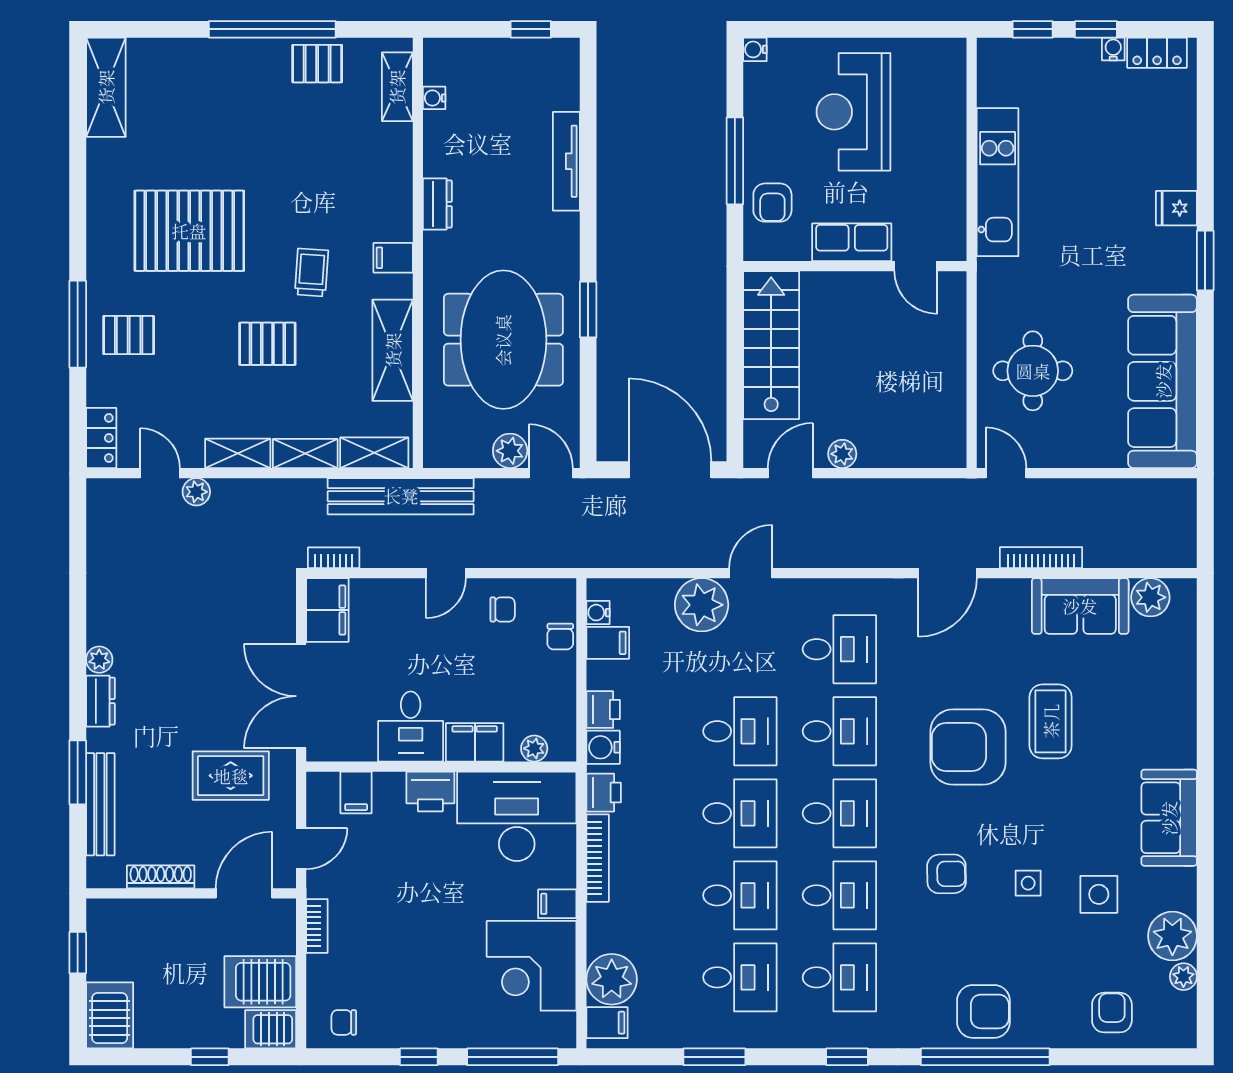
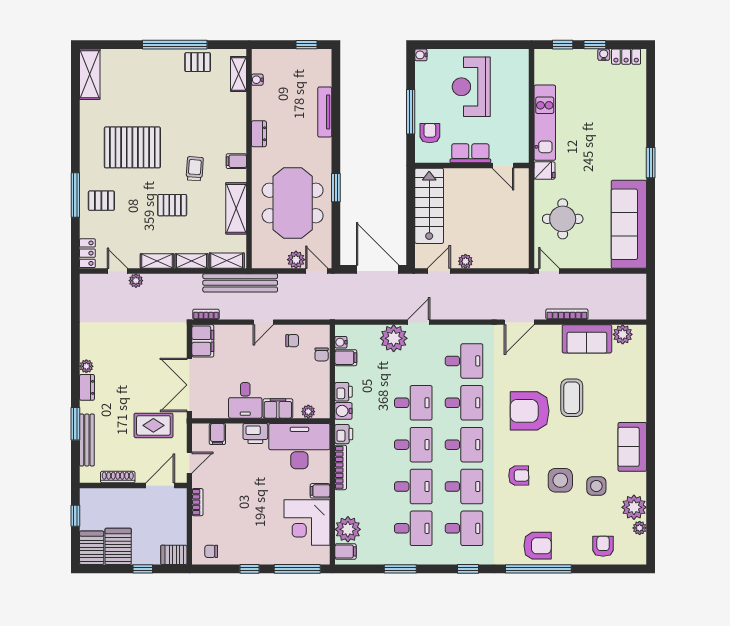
armchair: (772, 203) -> (430, 133), turned 180
fridge: (1176, 208) -> (545, 170), moved, turned 180
side table: (1028, 883) -> (560, 480), width x1.87, depth x1.87
server rack: (260, 982) -> (118, 546), moved, turned 90

